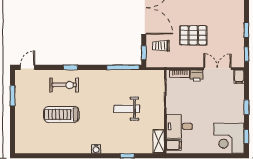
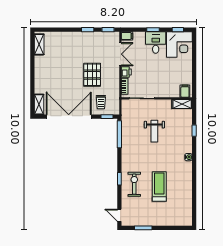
double door: (217, 69) -> (120, 54), swing flipped
treadmill: (61, 114) -> (159, 186), turned 180
desk: (179, 126) -> (156, 43), moved, turned 180

